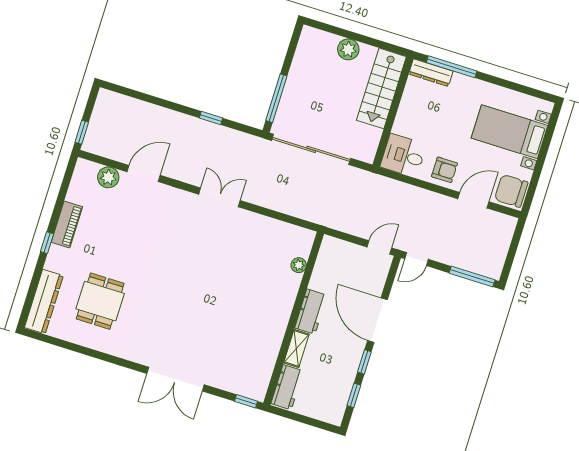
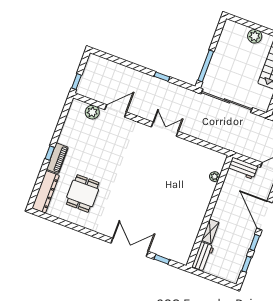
piano: (67, 225) -> (57, 158), moved
workbench: (311, 312) -> (243, 168), moved, turned 90
double door: (176, 379) -> (130, 247), swing flipped
window: (246, 401) -> (162, 259), moved

